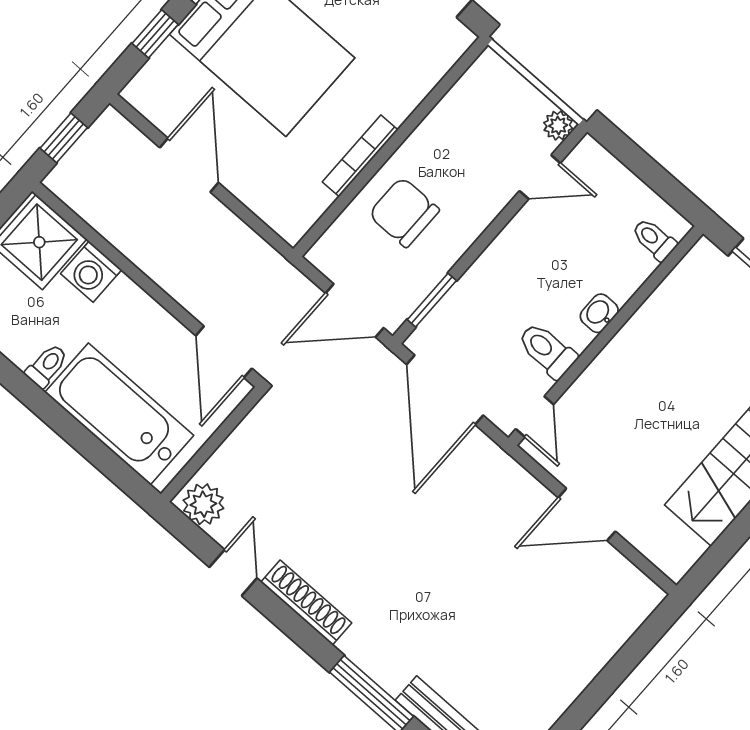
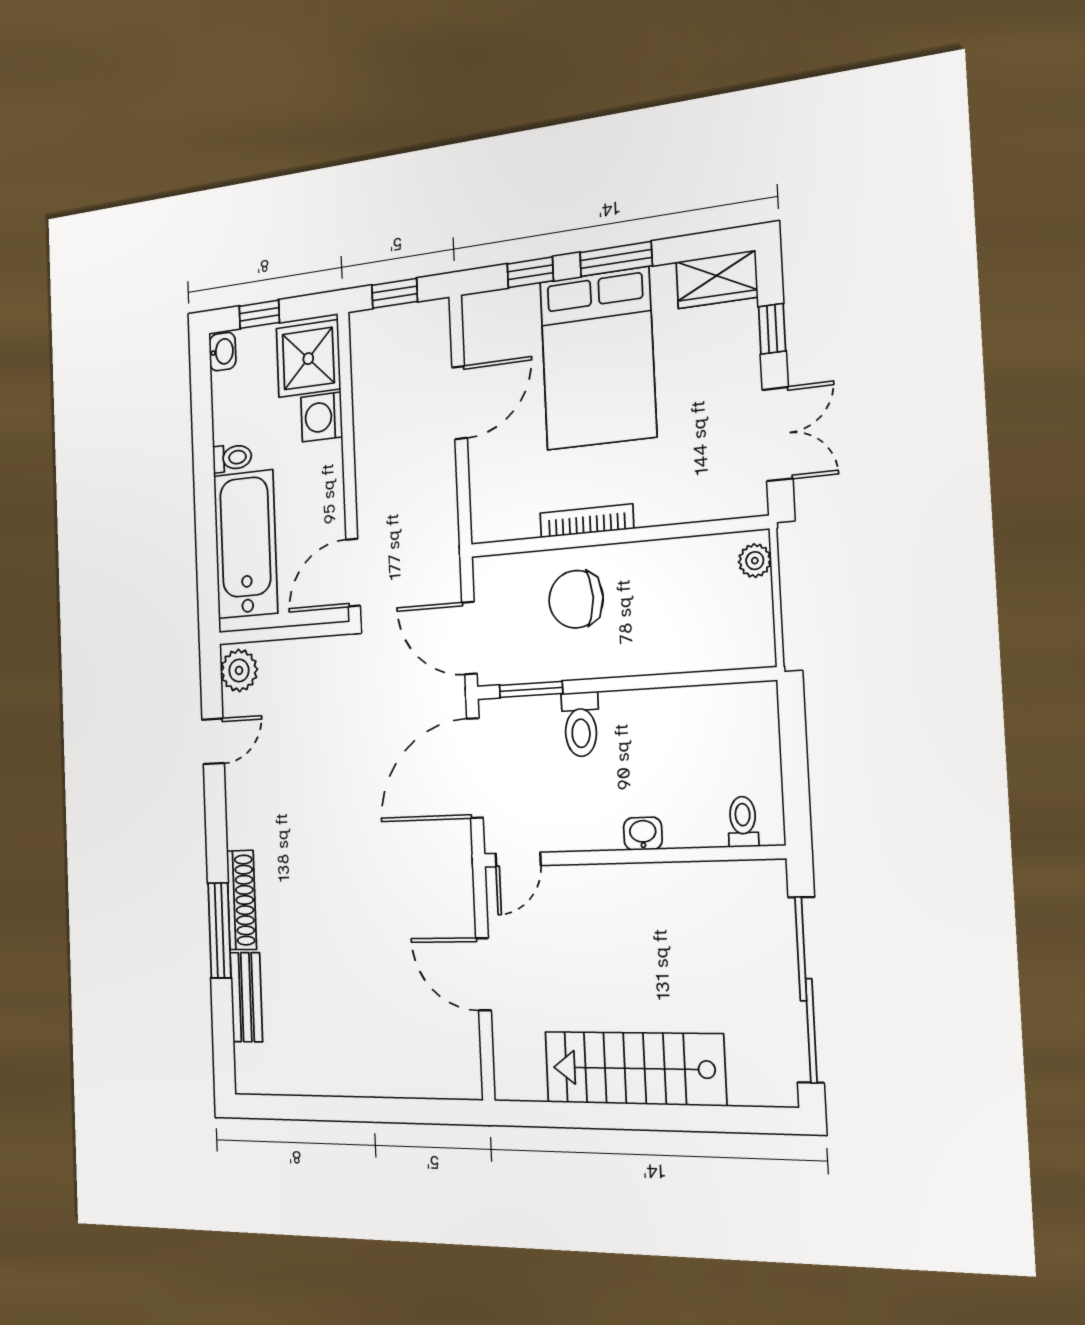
plant: (558, 126) -> (755, 561), moved
door: (540, 177) -> (704, 678), removed
chair: (404, 212) -> (576, 599), turned -90
toilet: (547, 350) -> (581, 724), moved, turned 180
shoe rack: (306, 603) -> (242, 900), moved

